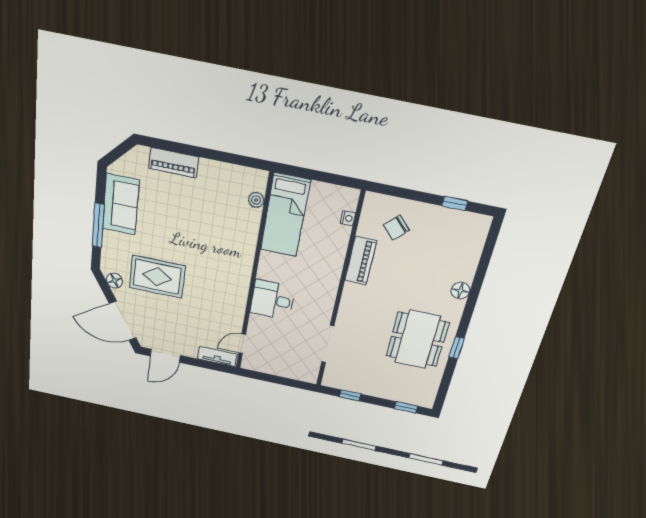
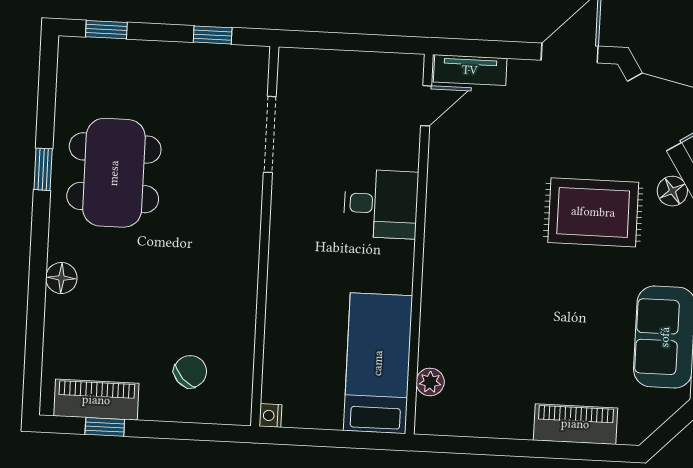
nightstand: (348, 218) -> (270, 416), moved
piano: (361, 261) -> (96, 400), moved, turned 90

